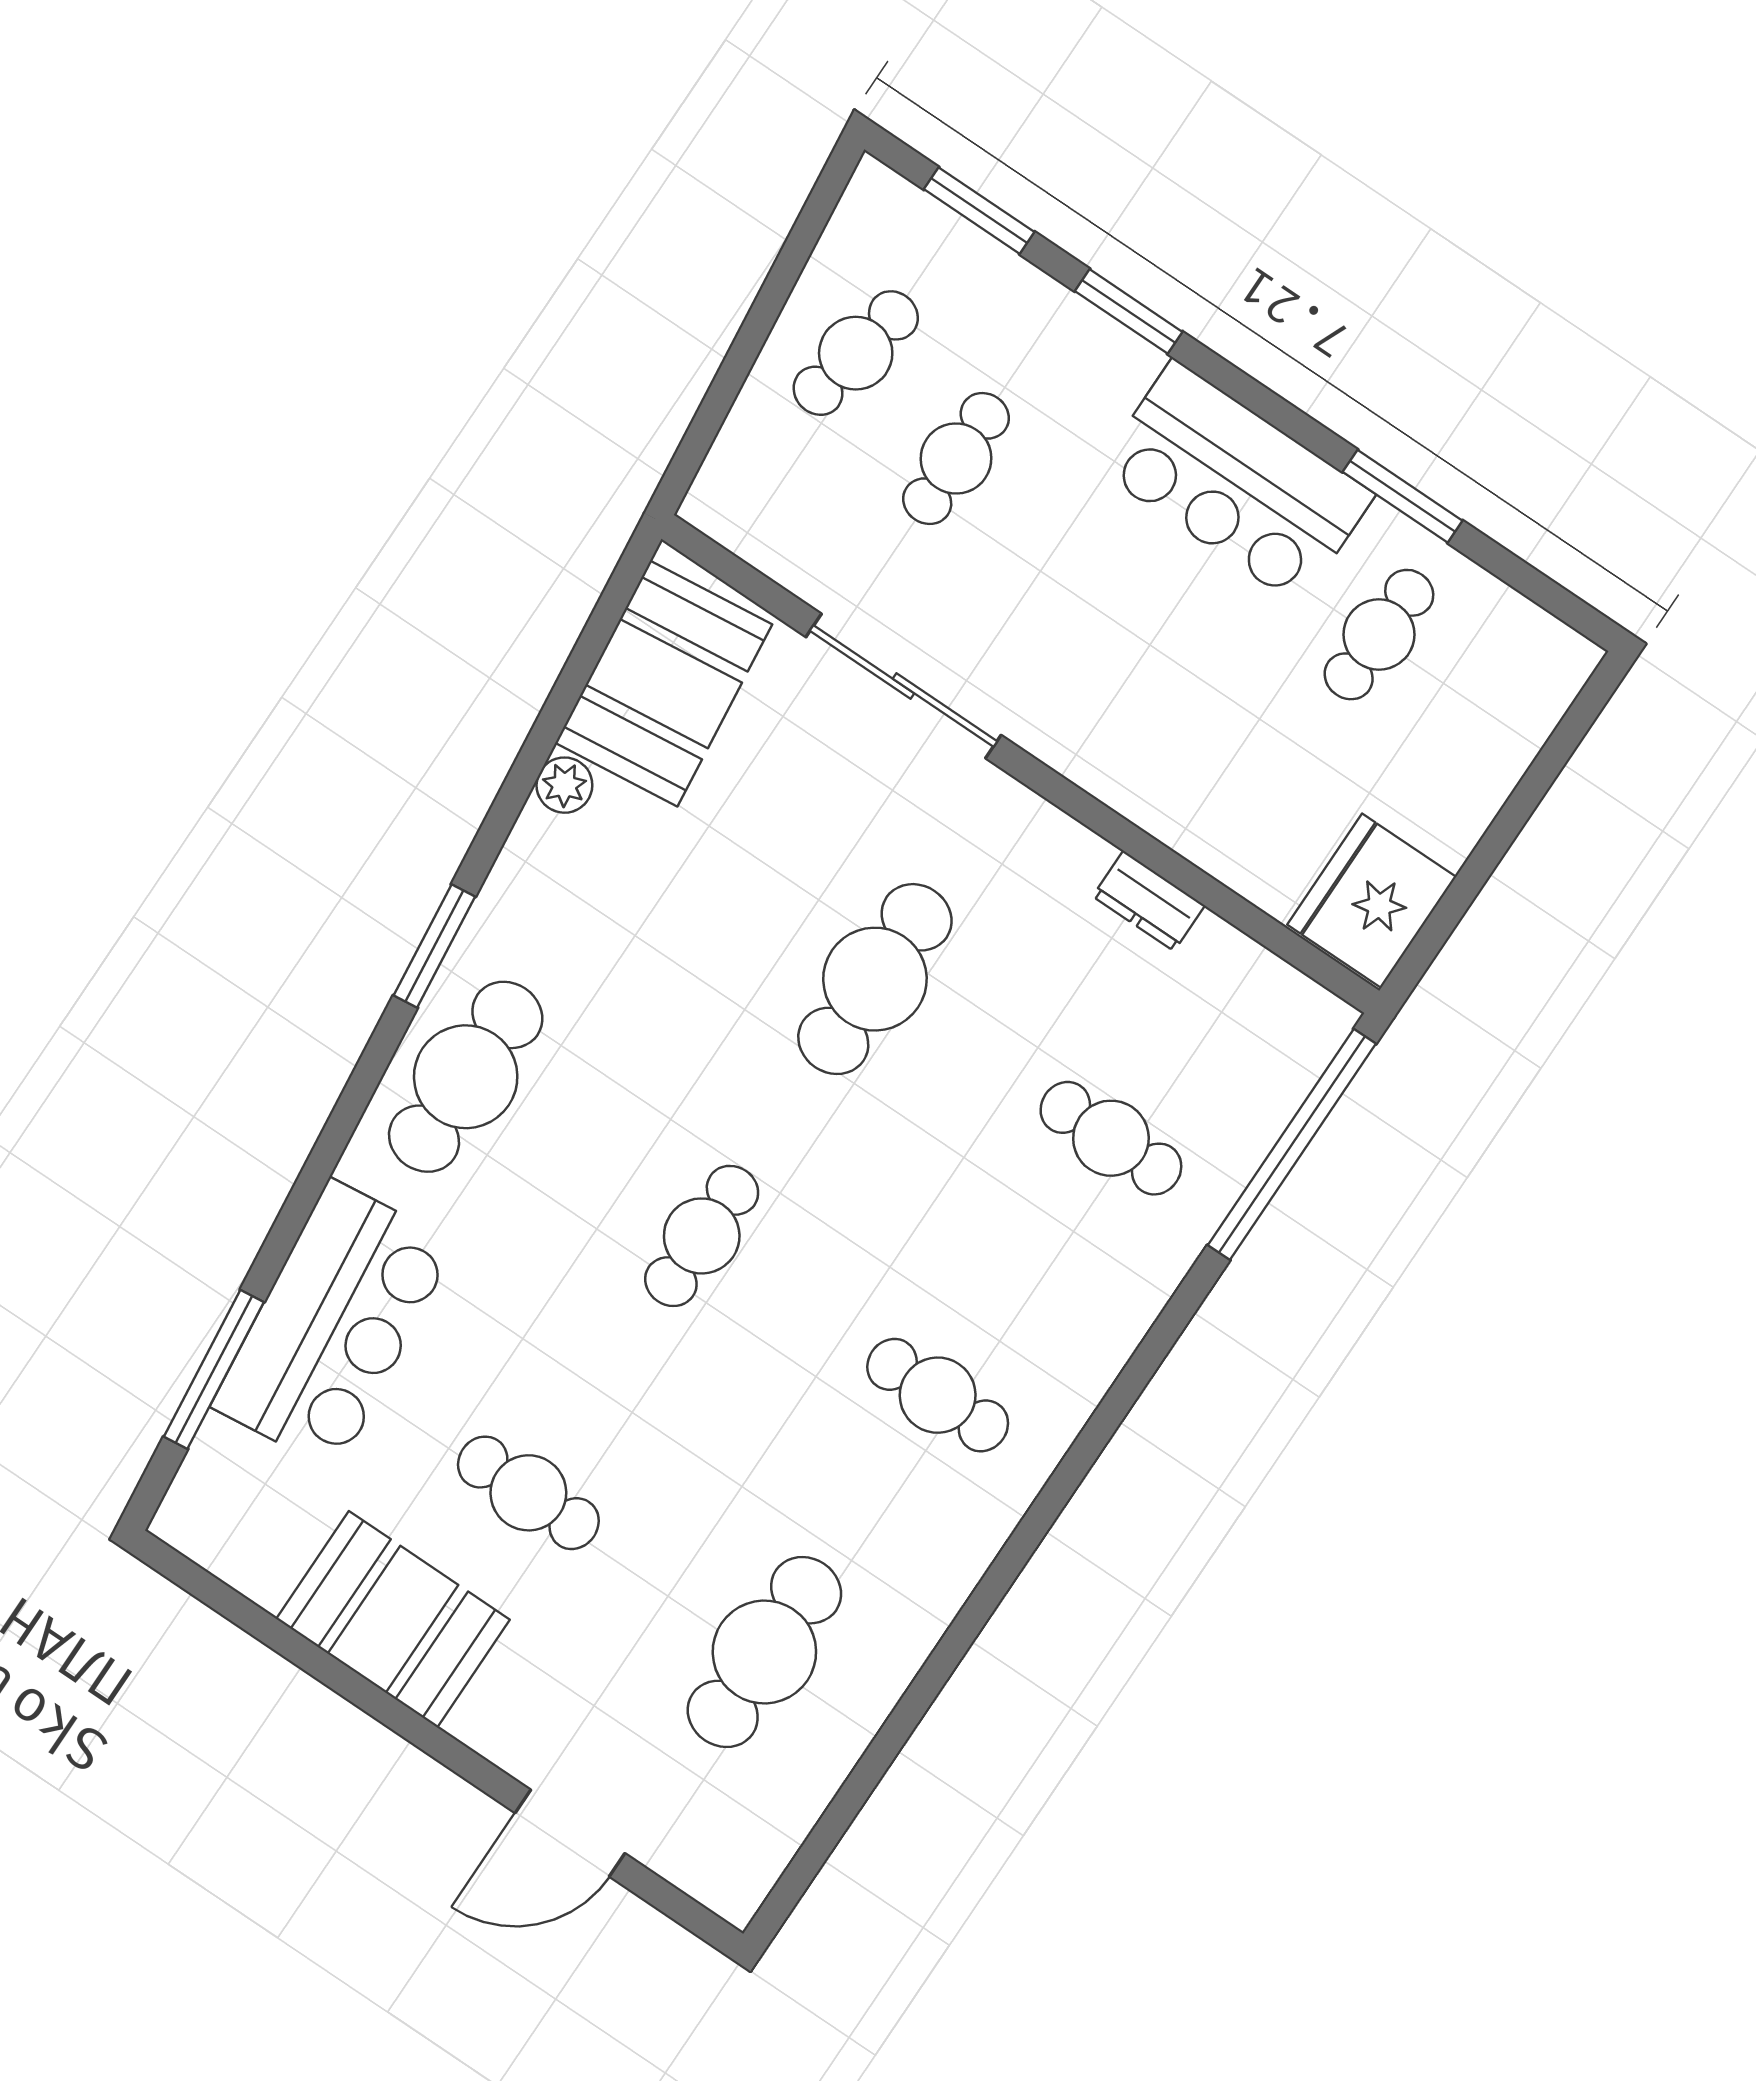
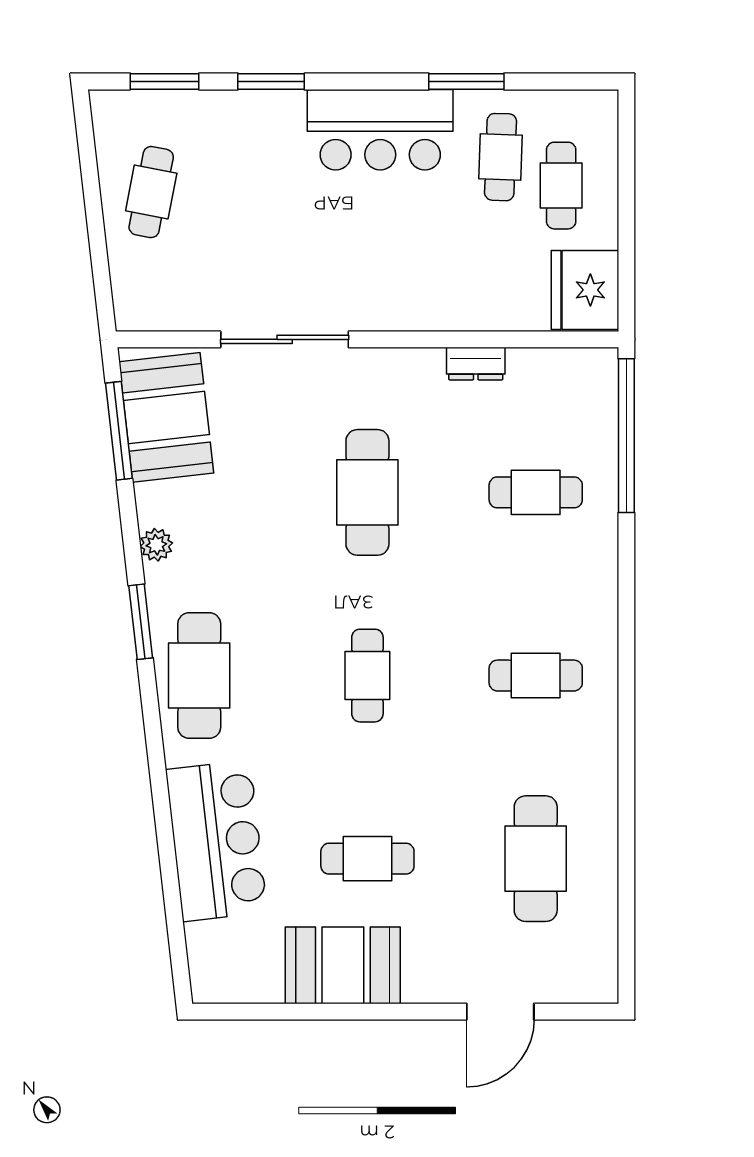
cafe table: (956, 459) -> (561, 186), moved
plant: (564, 785) -> (156, 545), moved
window: (214, 1369) -> (119, 431), moved

